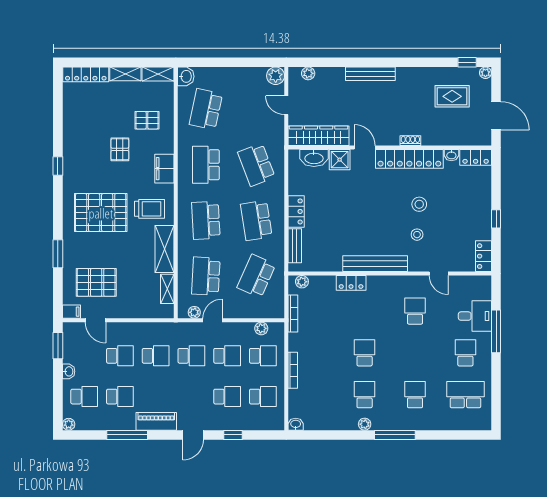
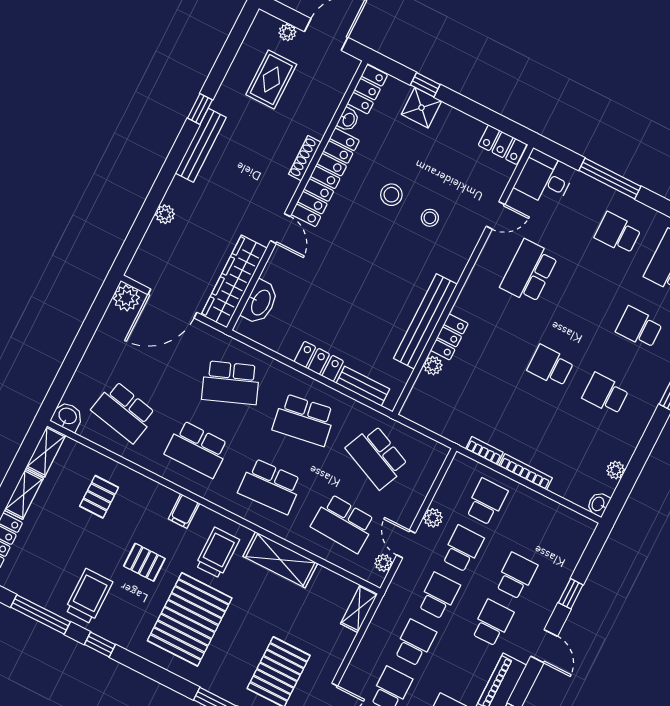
window: (467, 62) -> (200, 109), moved
plant: (308, 73) -> (165, 214), moved
plant: (485, 73) -> (287, 32), moved
bench: (370, 74) -> (201, 145), moved
door: (286, 105) -> (172, 303), width x1.87
window: (58, 121) -> (41, 614), added
shoe rack: (410, 141) -> (305, 158), width x1.43
trolley: (84, 144) -> (89, 596), added
door: (365, 147) -> (280, 229), swing flipped
pallet: (120, 149) -> (144, 562), moved
shower: (340, 160) -> (422, 108), moved
filing cabinet: (164, 169) -> (184, 511), width x0.50
window: (496, 219) -> (425, 85), moved
bench: (375, 264) -> (425, 321), moved
plant: (302, 282) -> (433, 366), moved
shelving: (167, 289) -> (359, 609), moved, turned 90
school desk: (415, 311) -> (529, 272), width x1.85
bookcase: (293, 313) -> (484, 451), moved, width x0.64
desk: (475, 316) -> (545, 178), moved, turned -90
plant: (261, 328) -> (433, 518), moved
school desk: (263, 397) -> (492, 623), moved
plant: (365, 424) -> (616, 470), moved

